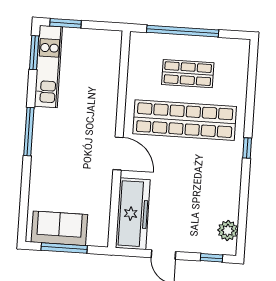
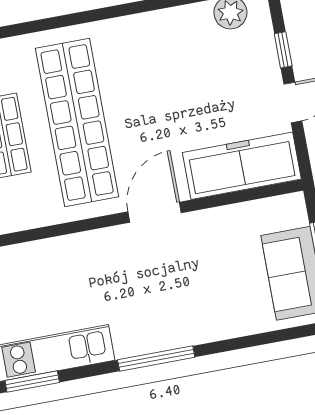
window: (247, 148) -> (95, 15), removed
window: (212, 258) -> (283, 50), moved

